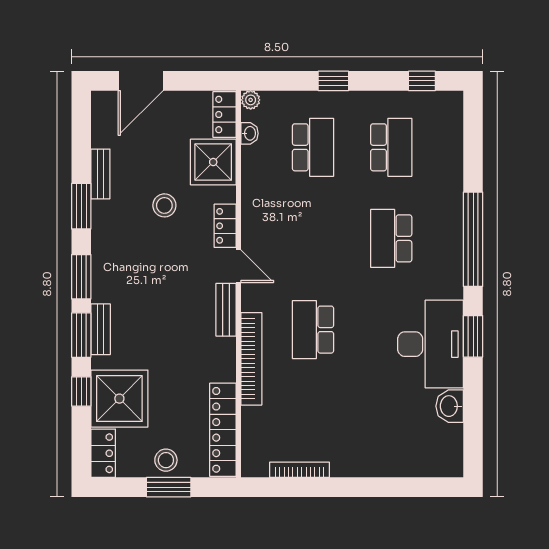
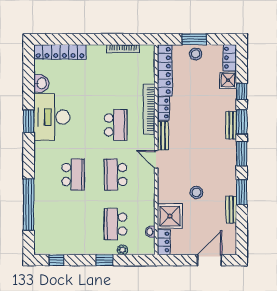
plant: (251, 100) -> (122, 250), moved
school desk: (391, 147) -> (116, 175), moved
locker: (225, 226) -> (163, 109), moved
window: (473, 239) -> (29, 205), moved
shower: (119, 399) -> (228, 80), width x0.54, depth x0.54
locker: (415, 464) -> (60, 52), added

